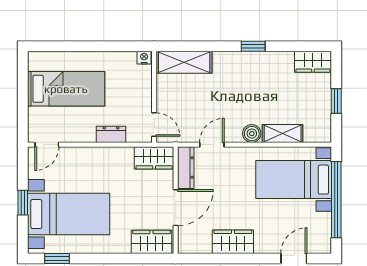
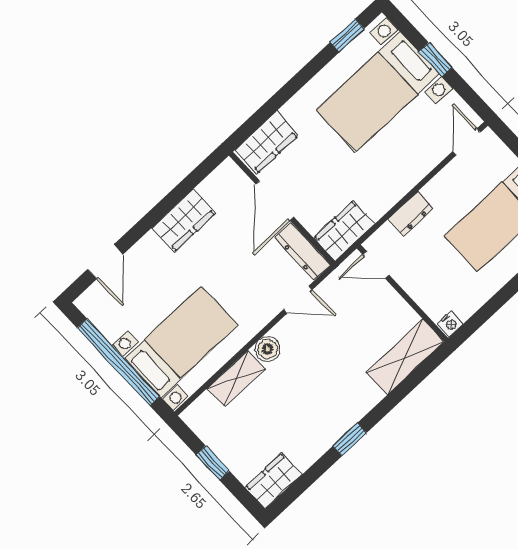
door: (212, 145) -> (298, 300), hinge flipped

